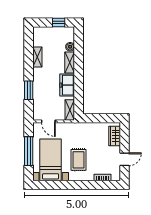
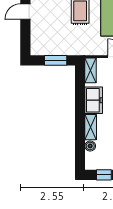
window: (99, 118) -> (56, 60), added
wardrobe: (115, 136) -> (37, 39), removed

